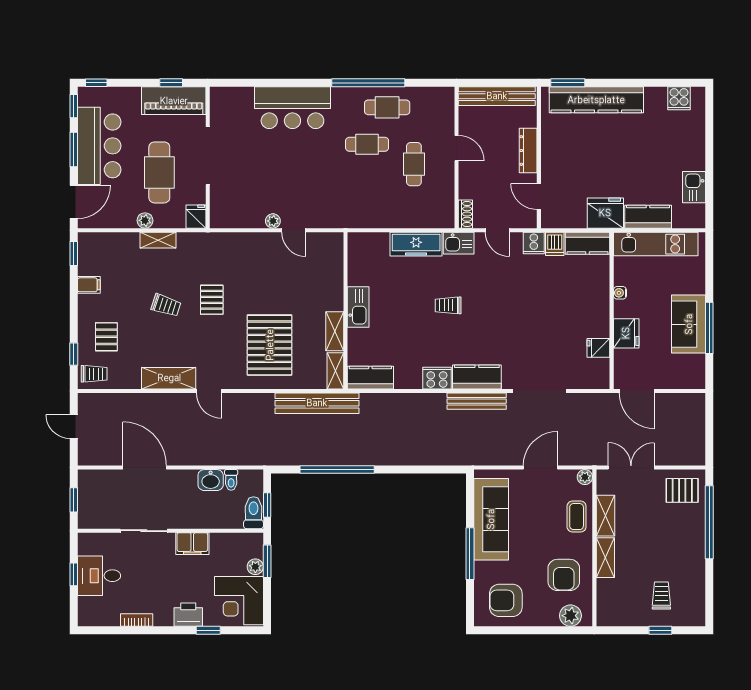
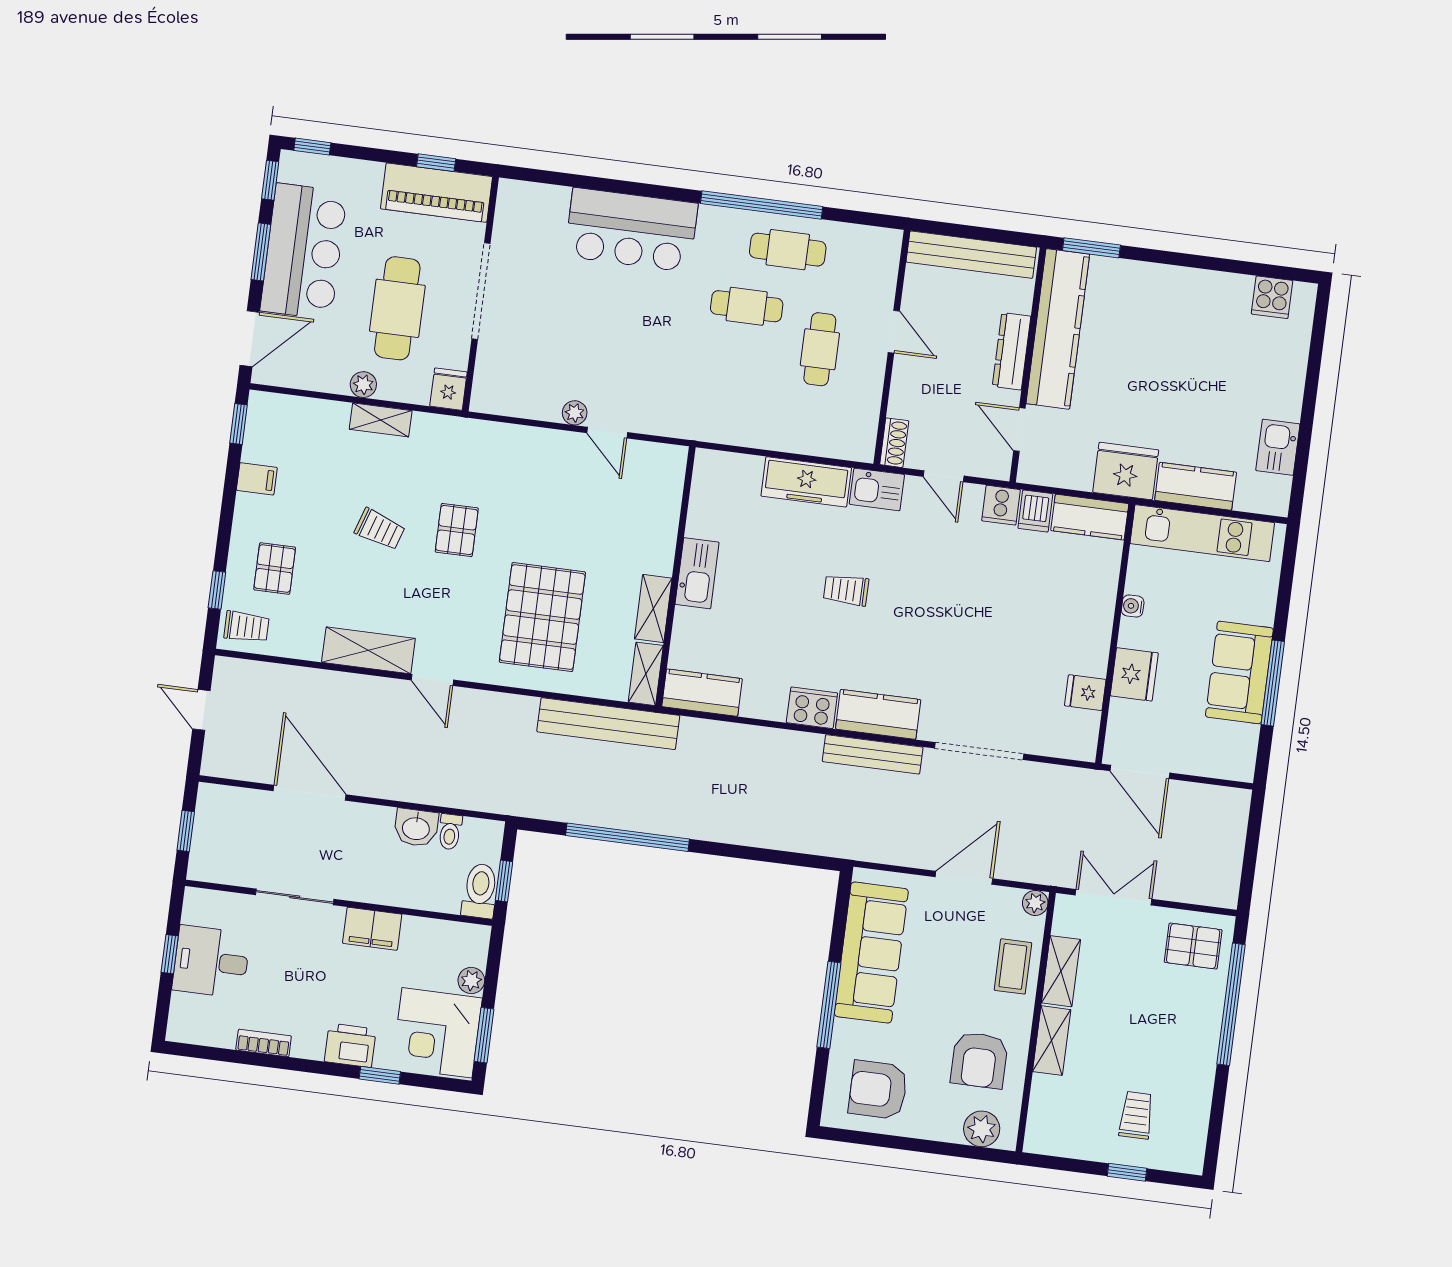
kitchen counter: (596, 100) -> (1058, 329), moved, turned -90
window: (267, 561) -> (484, 1035), moved

